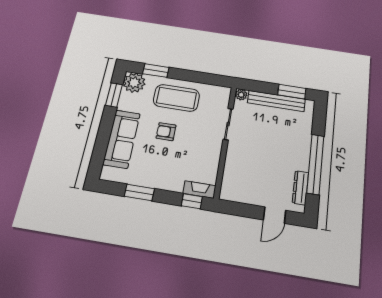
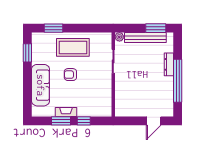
plant: (134, 83) -> (40, 41), removed
dresser: (300, 188) -> (169, 64), moved
fireplace: (199, 189) -> (66, 112), moved
window: (192, 201) -> (84, 121), moved

